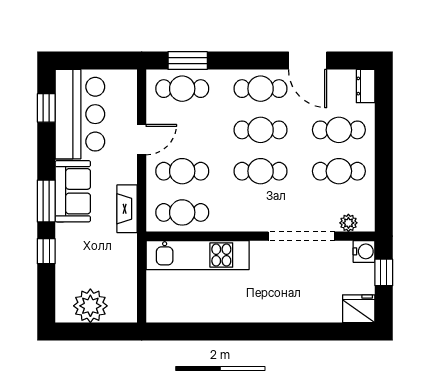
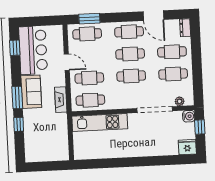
door: (142, 140) -> (67, 62), hinge flipped
plant: (90, 306) -> (44, 152), removed

